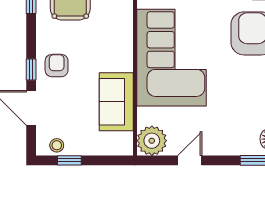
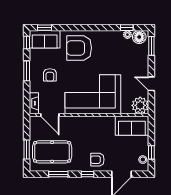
window: (31, 69) -> (87, 174), moved
sofa: (116, 102) -> (132, 126), moved

